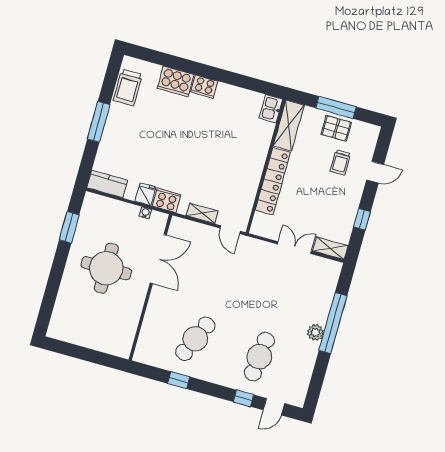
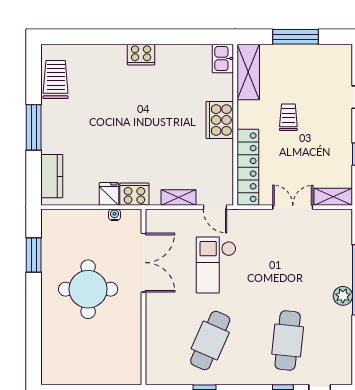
cooker: (176, 81) -> (220, 120), moved, turned 90
trolley: (128, 87) -> (56, 80), turned 180
pallet: (336, 128) -> (302, 60), removed
trolley: (340, 162) -> (288, 117), moved, turned 180
locker: (273, 181) -> (248, 167), moved
kitchen counter: (107, 184) -> (52, 176), moved, turned 90
checkout: (218, 278) -> (216, 265), added

